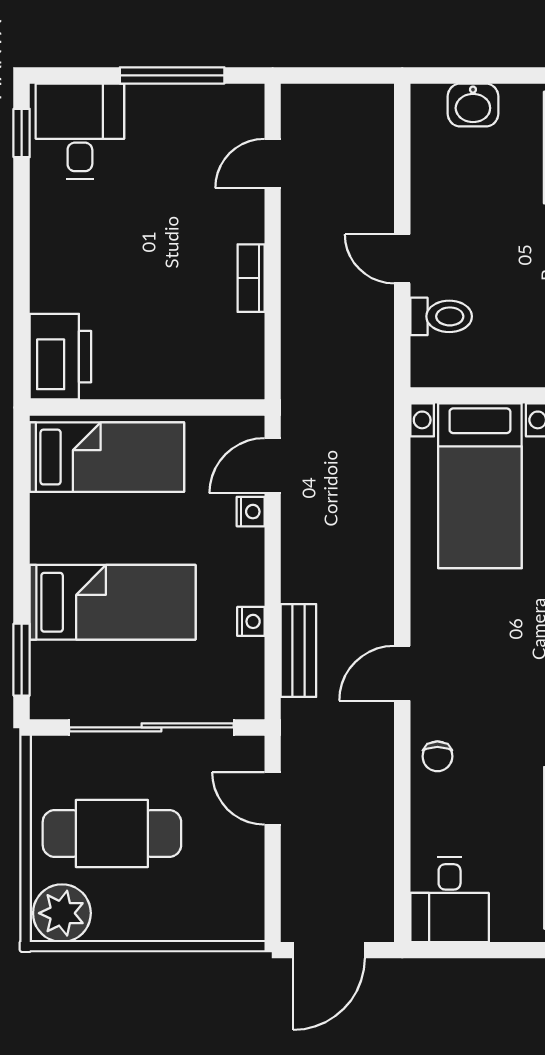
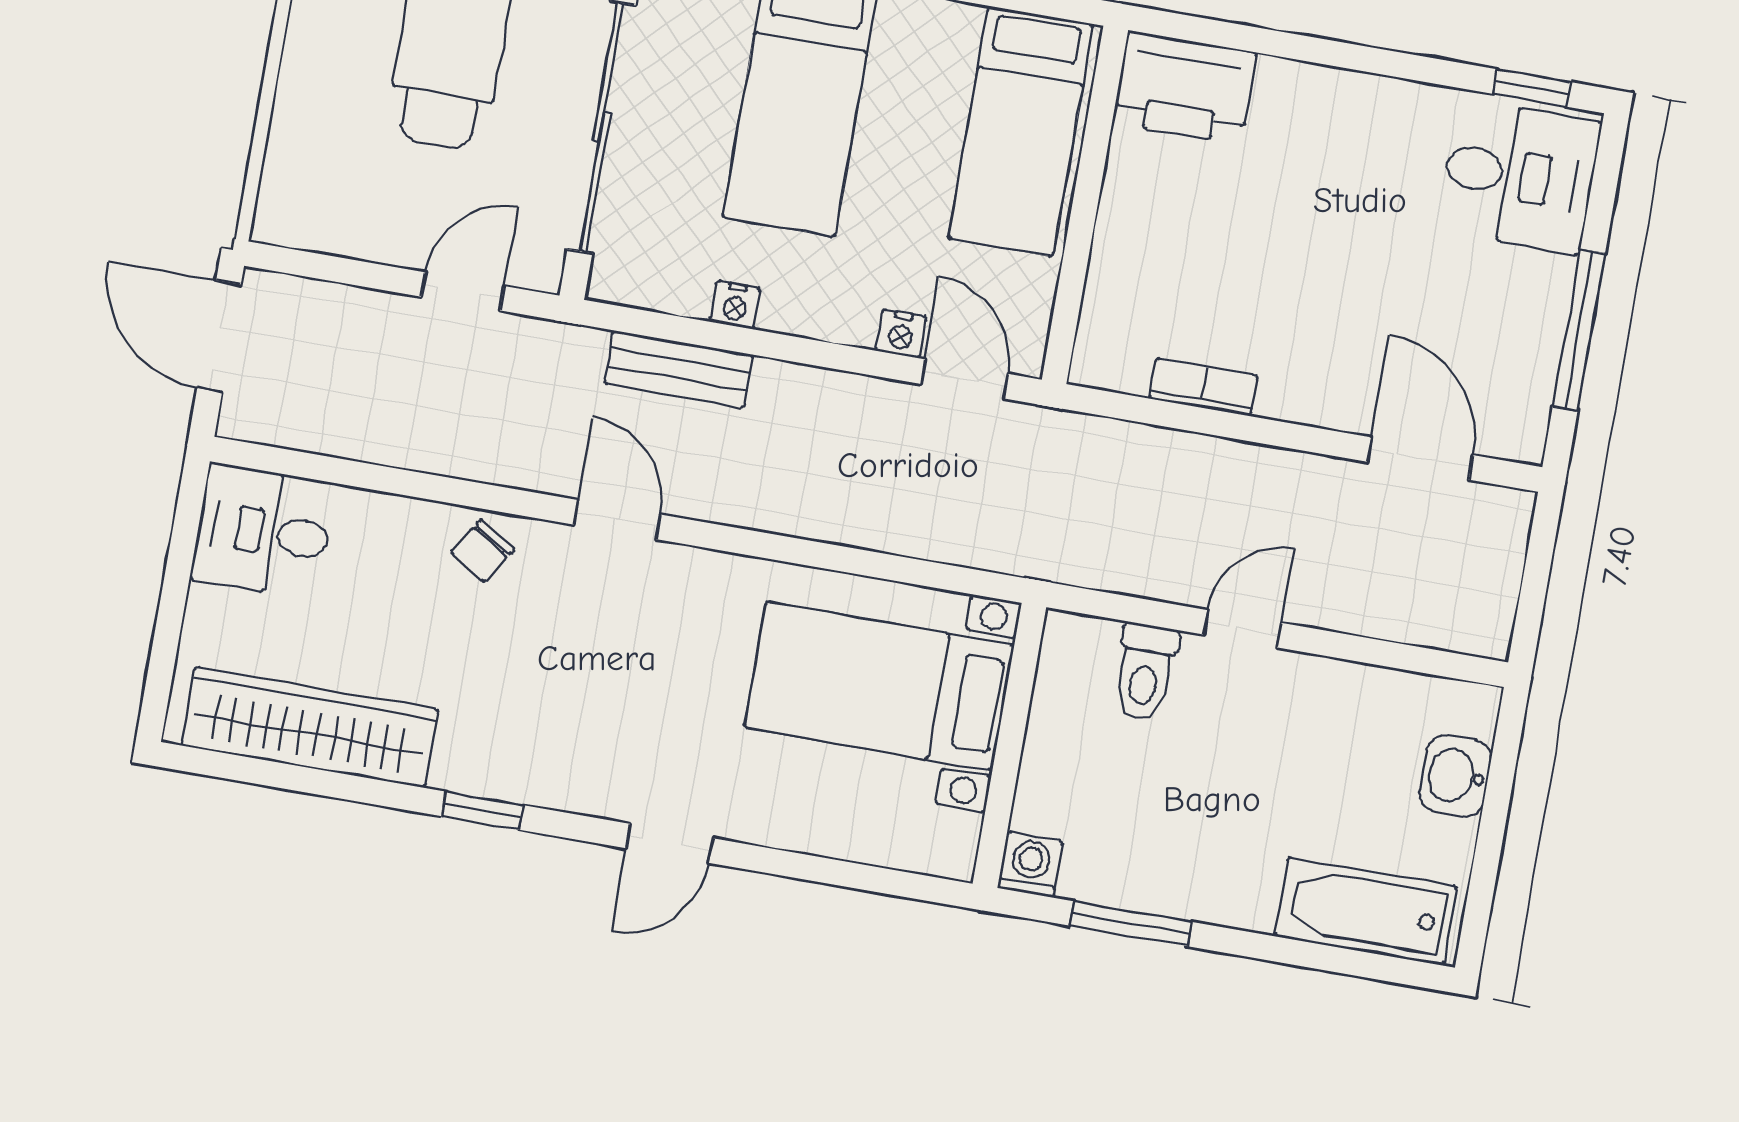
door: (273, 163) -> (1420, 458), width x1.37
bookcase: (251, 278) -> (1203, 387), moved
chair: (437, 756) -> (483, 551), turned -58

